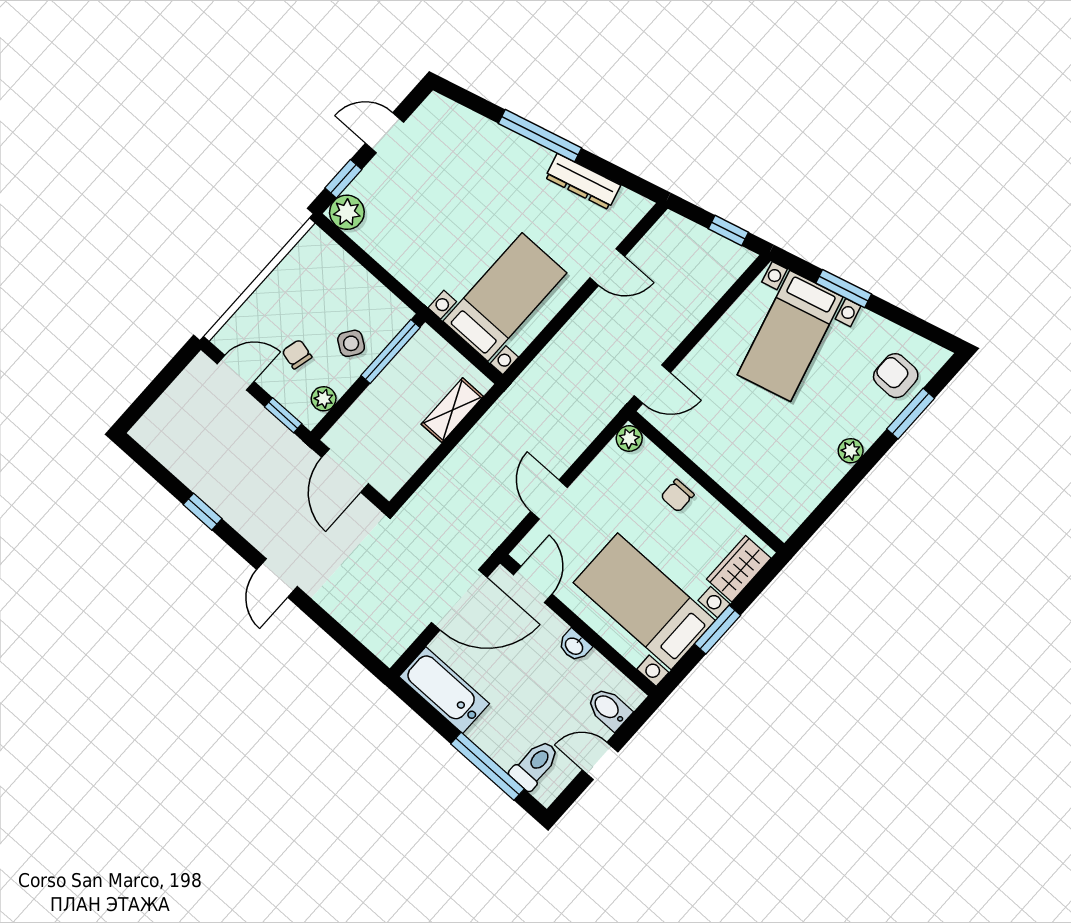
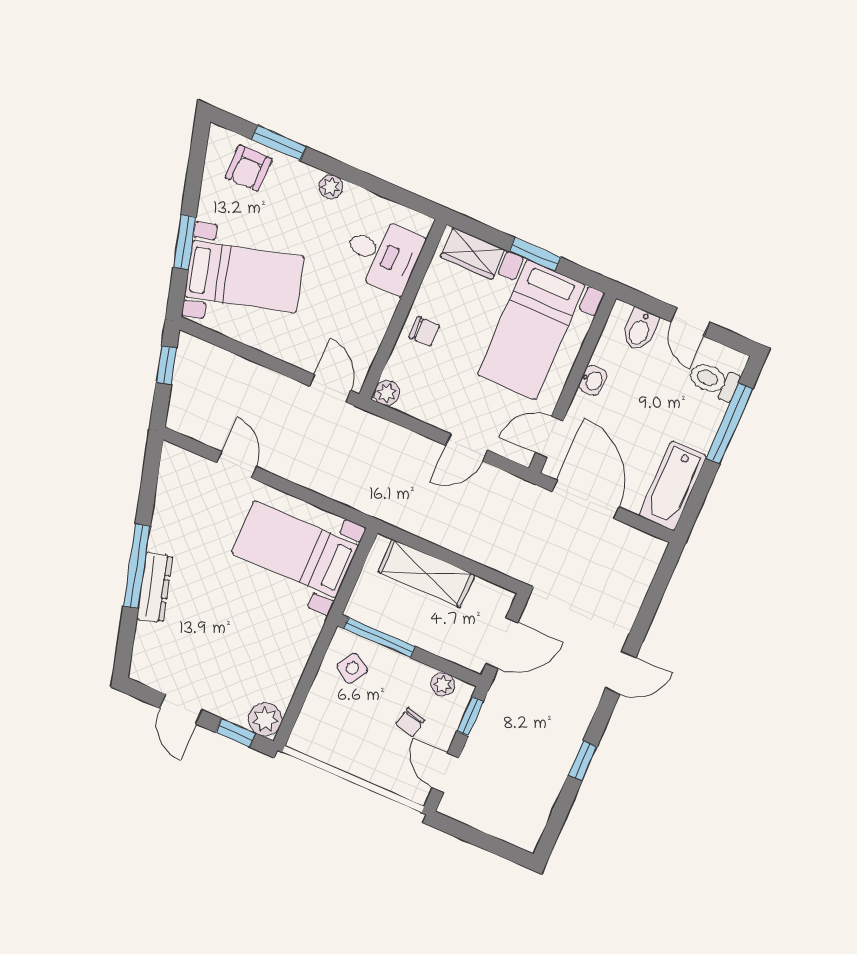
dresser: (583, 181) -> (155, 587), moved
side table: (351, 343) -> (352, 668), moved
shelving: (452, 410) -> (426, 573), width x1.50, depth x1.33
desk: (767, 480) -> (383, 254), added

